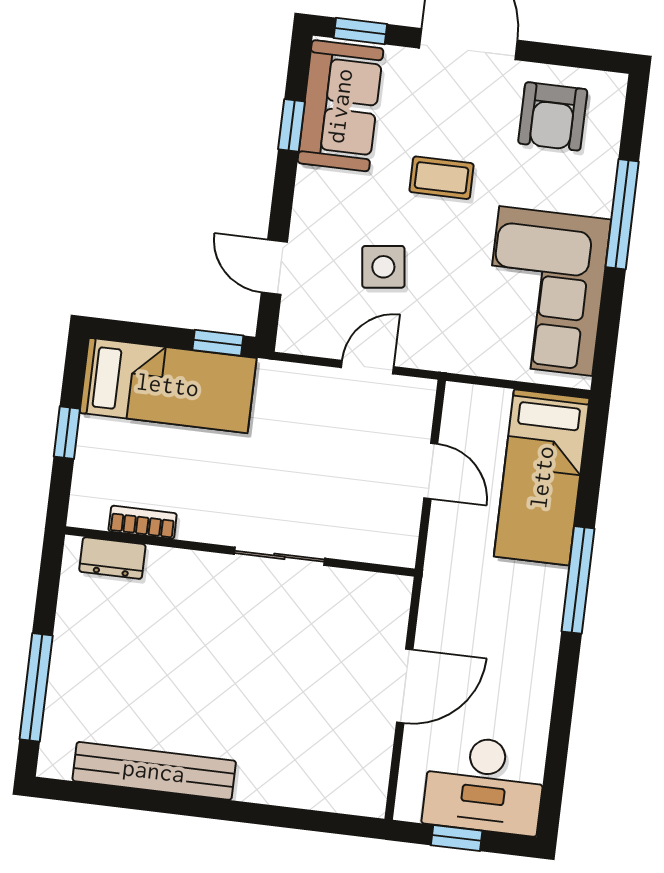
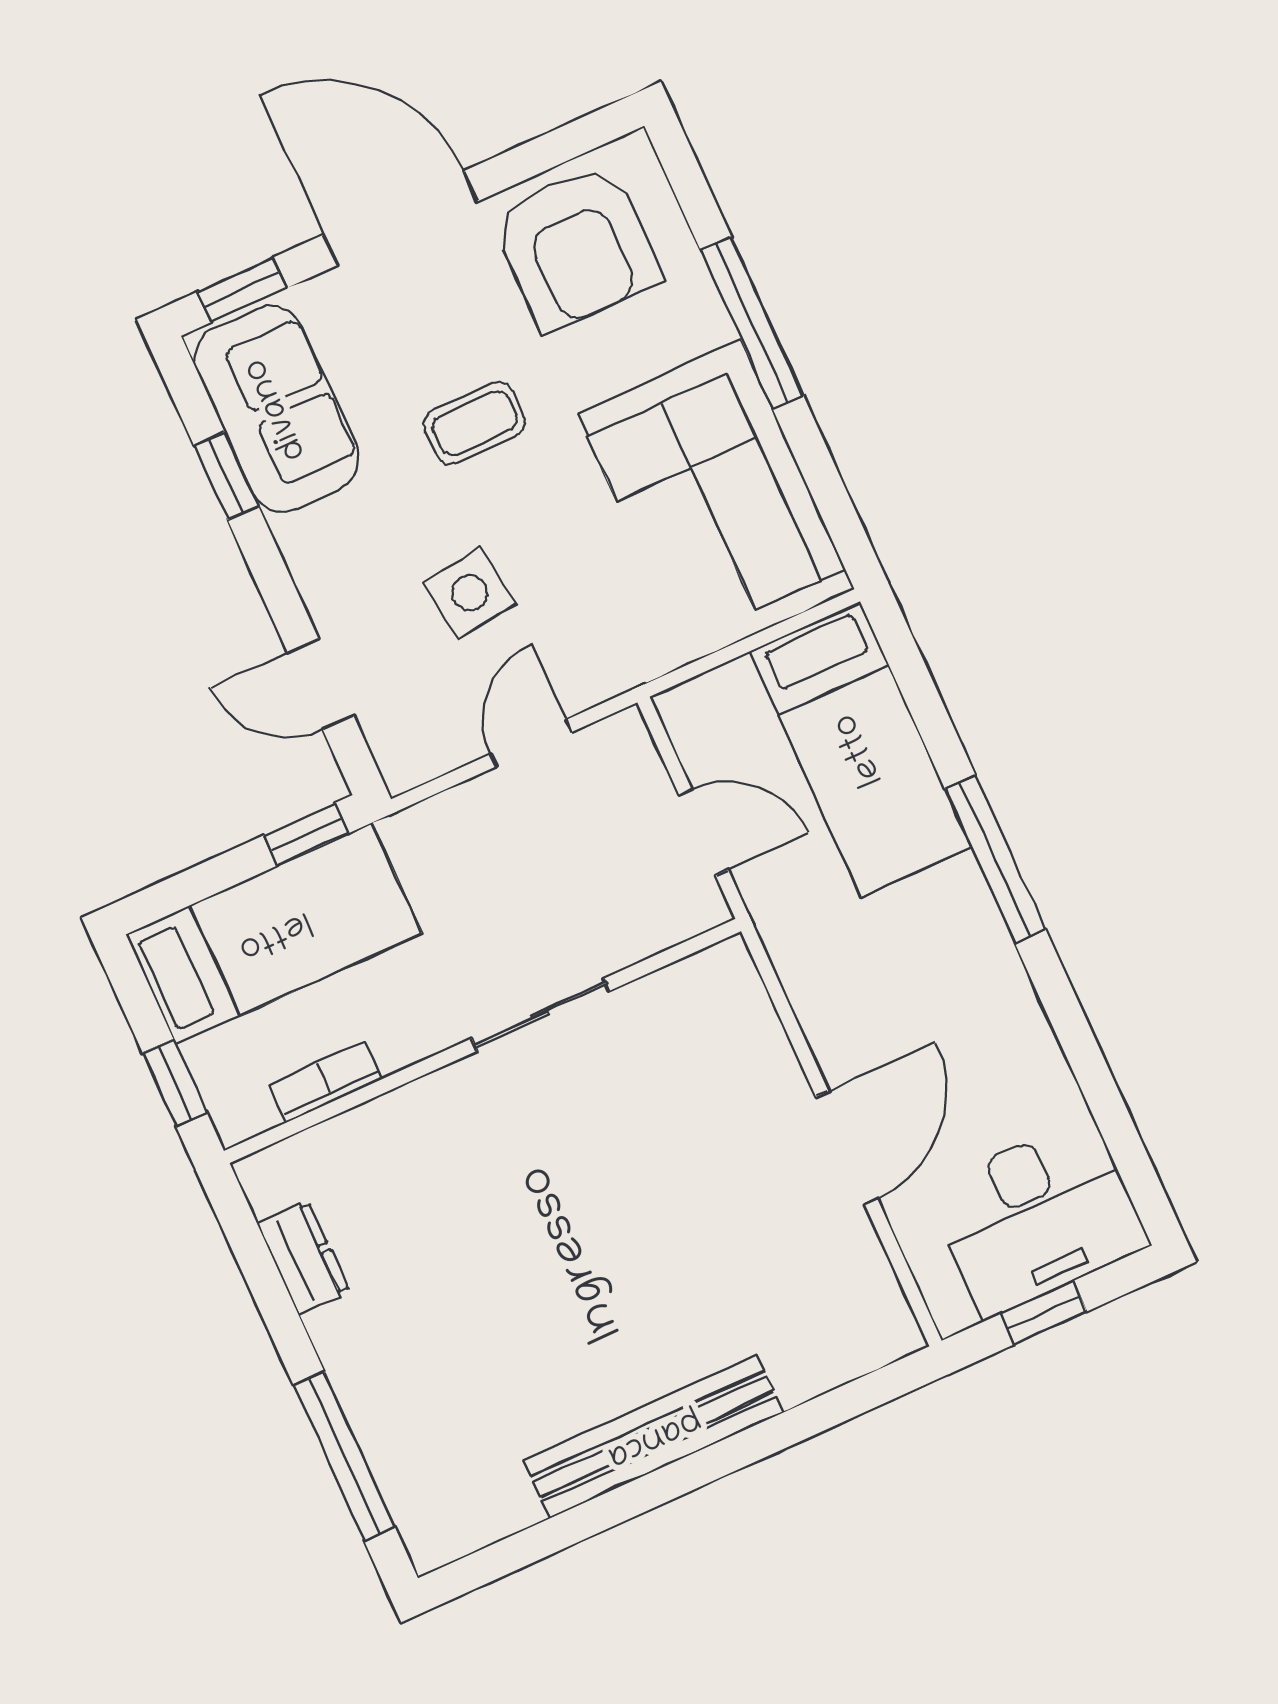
armchair: (553, 116) -> (576, 247), width x1.36, depth x1.36
bookcase: (143, 522) -> (325, 1082), moved
wall: (240, 552) -> (482, 1041), moved
sliding door: (279, 556) -> (540, 1015), moved
dresser: (112, 558) -> (303, 1257), moved, turned -90
bench: (154, 771) -> (654, 1437), moved

